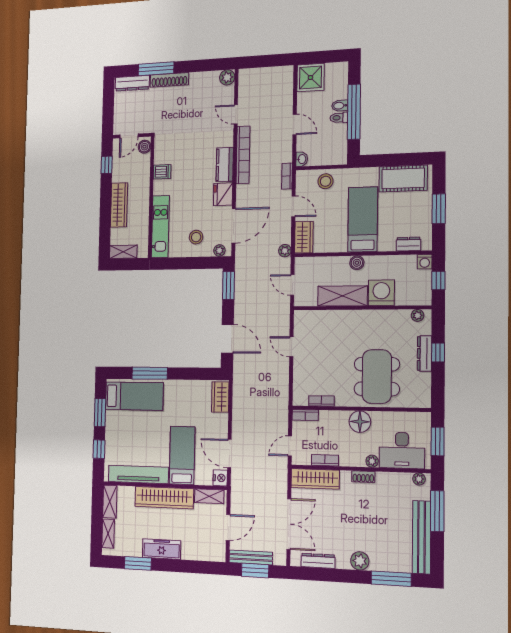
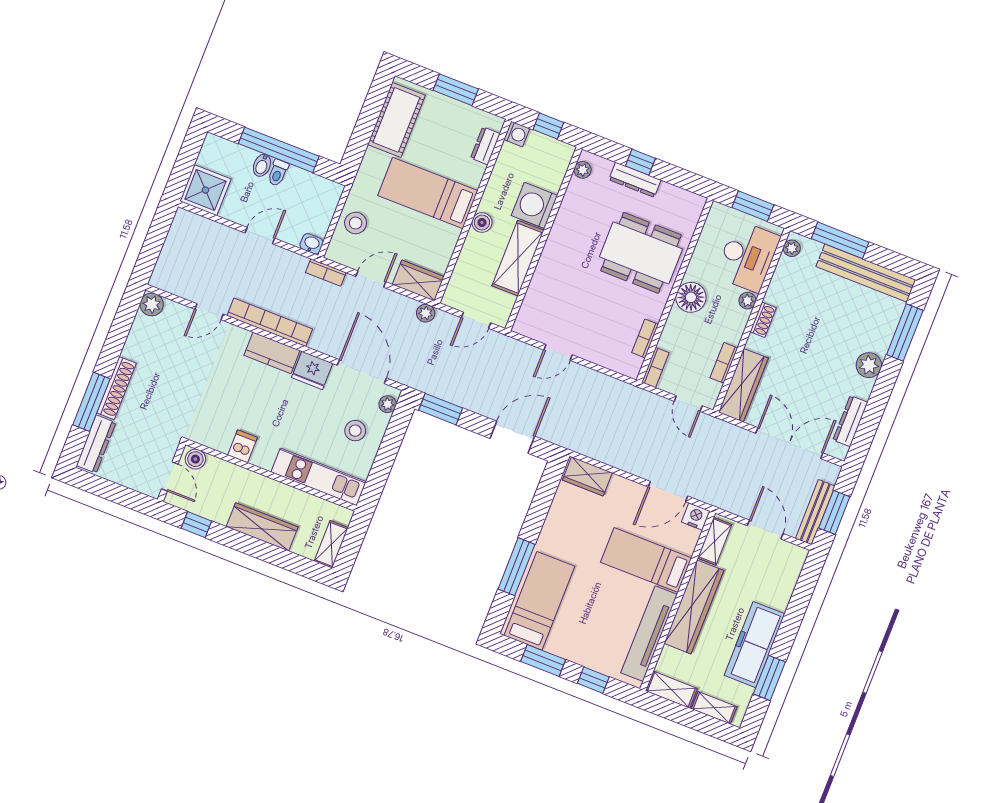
freezer: (162, 549) -> (755, 645), width x1.36, depth x1.26

